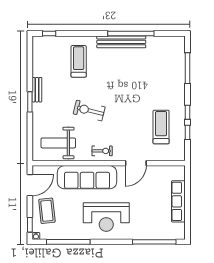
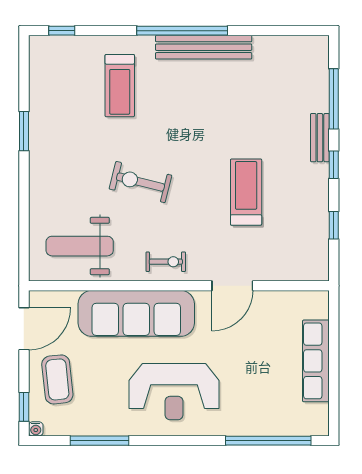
window: (131, 33) -> (182, 31), moved
treadmill: (79, 61) -> (120, 86), turned 180
bench: (37, 90) -> (320, 138), moved
window: (30, 102) -> (24, 131), moved
window: (187, 112) -> (334, 165), moved
treadmill: (161, 127) -> (246, 192), moved
window: (68, 242) -> (99, 441), width x0.68

